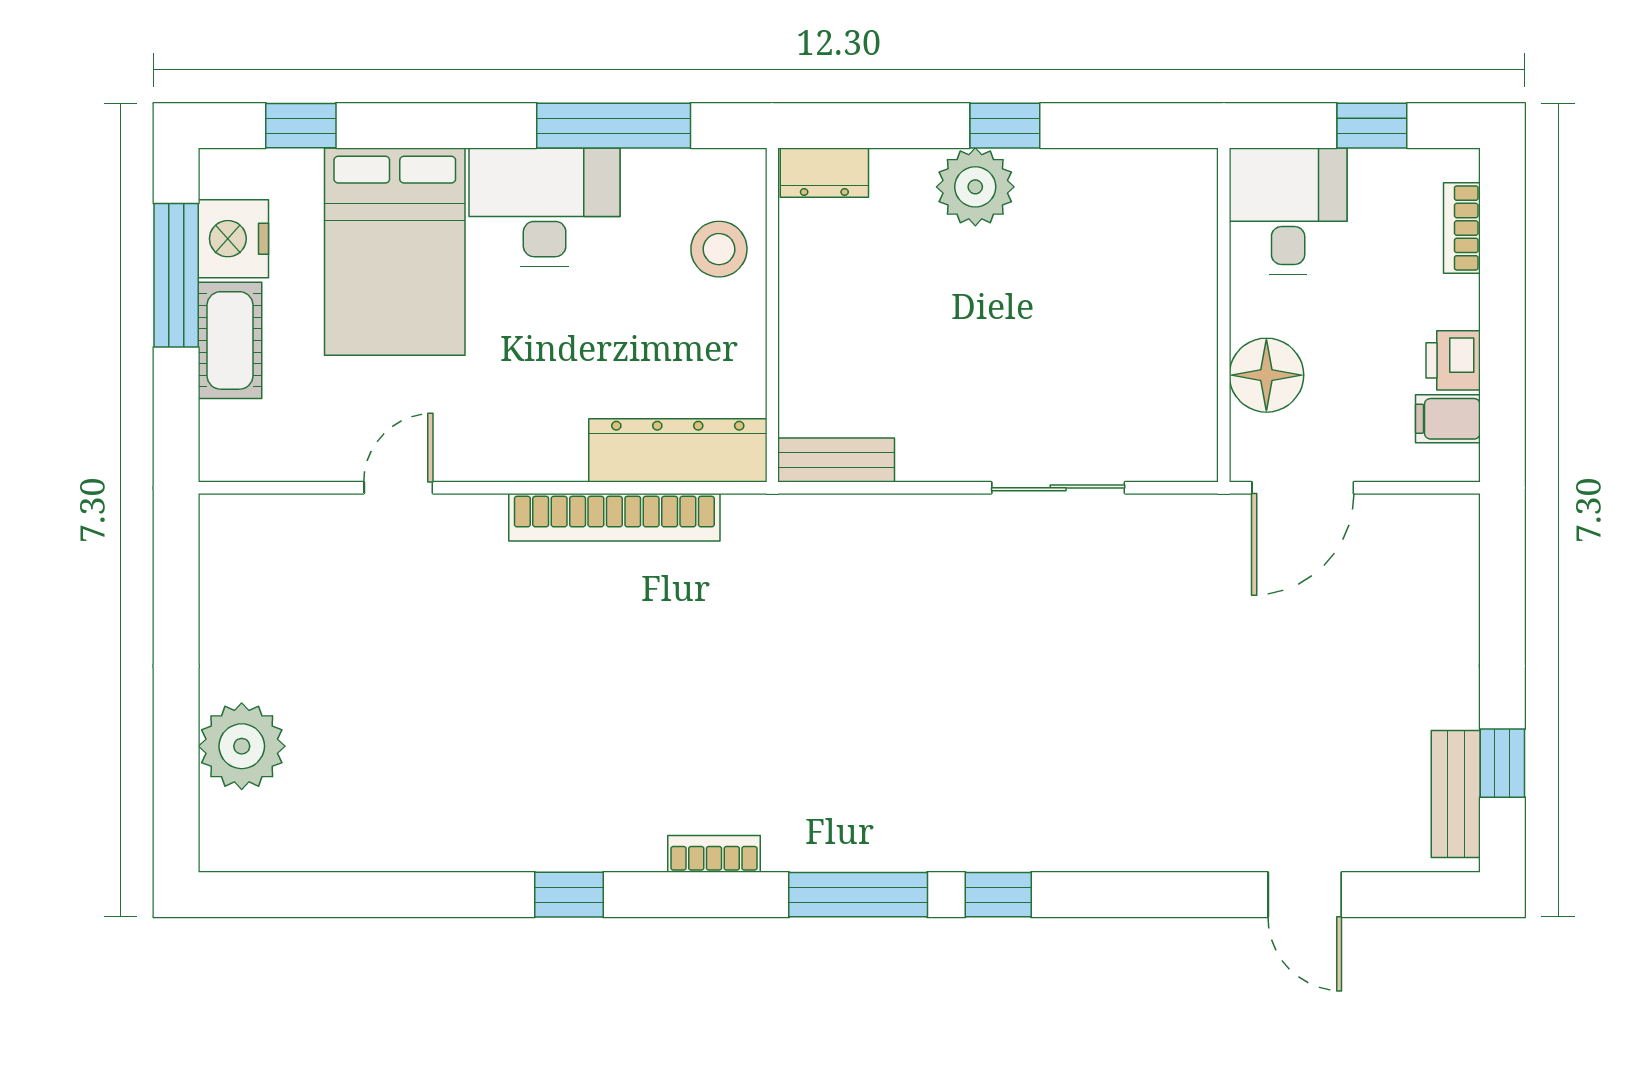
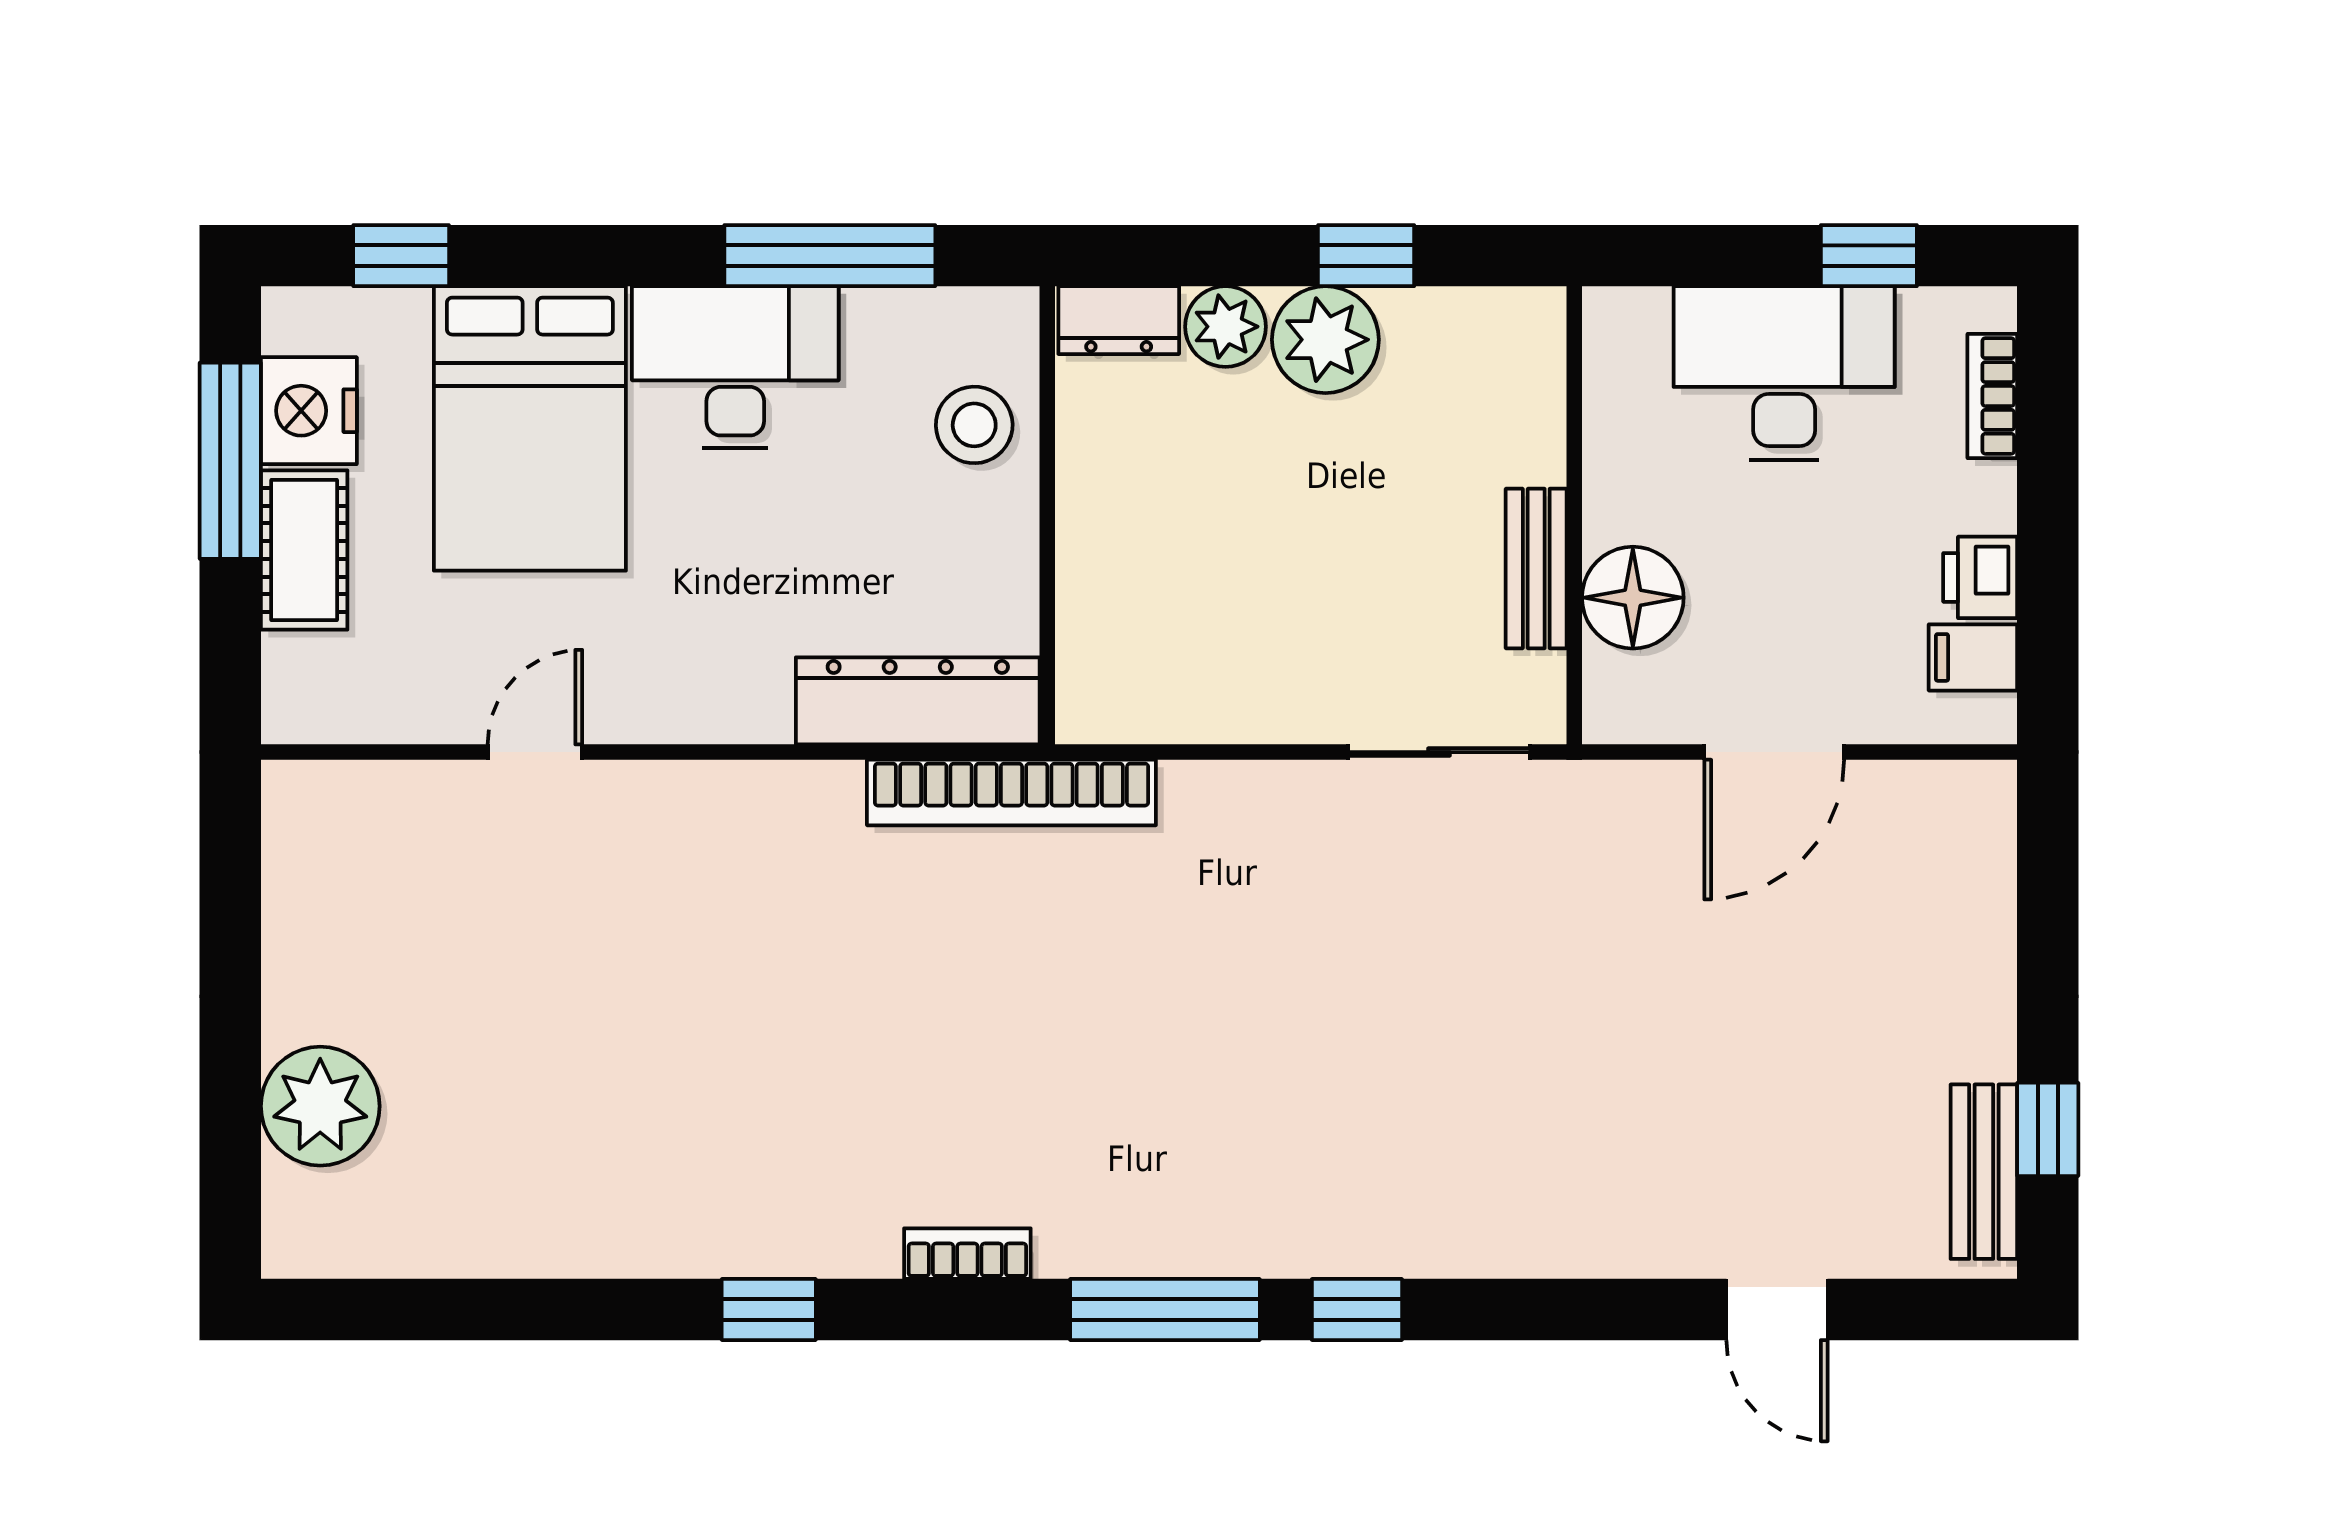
plant: (902, 177) -> (1226, 327), added
desk: (1288, 211) -> (1784, 373), width x1.37
wall: (1224, 315) -> (1574, 515), moved
floor lamp: (1266, 375) -> (1633, 598), moved
bench: (836, 460) -> (1536, 569), moved, turned 90
bookcase: (614, 517) -> (1011, 792), moved

